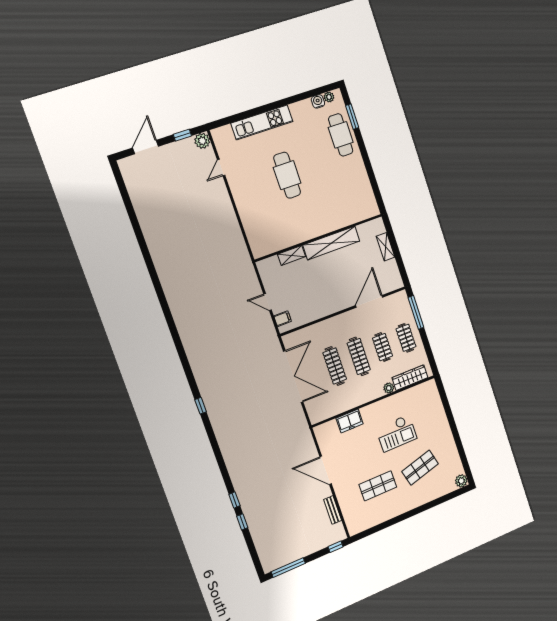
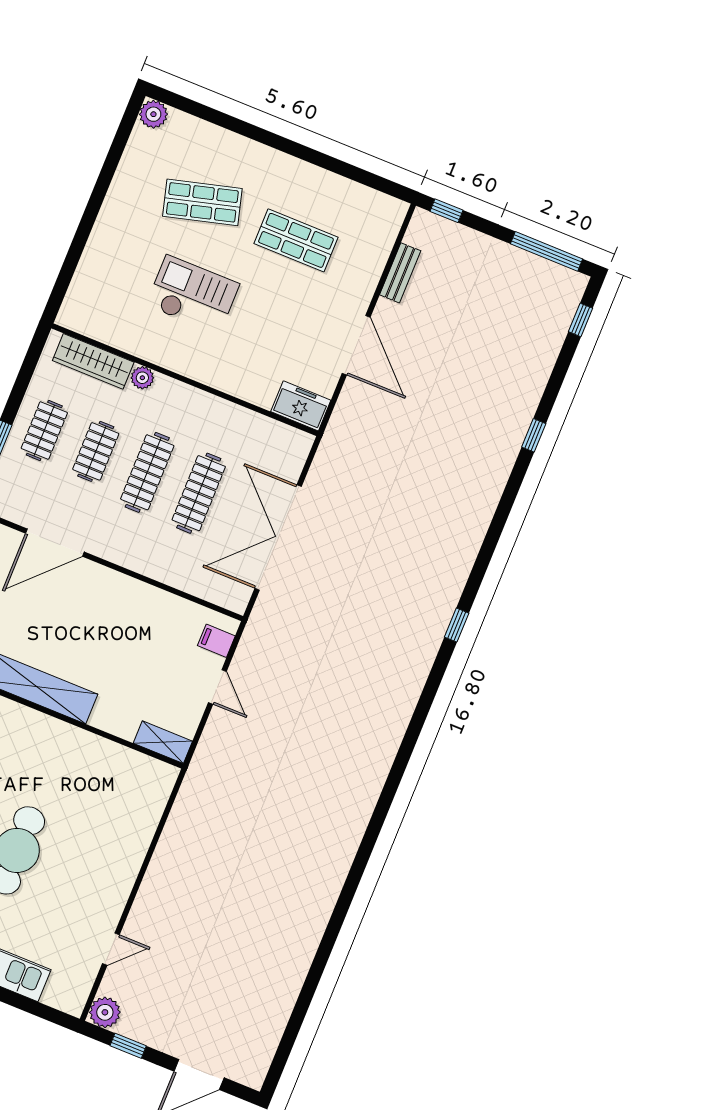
shelving: (292, 255) -> (163, 742), moved
freezer: (350, 421) -> (301, 406), moved
window: (242, 522) -> (581, 320), moved

